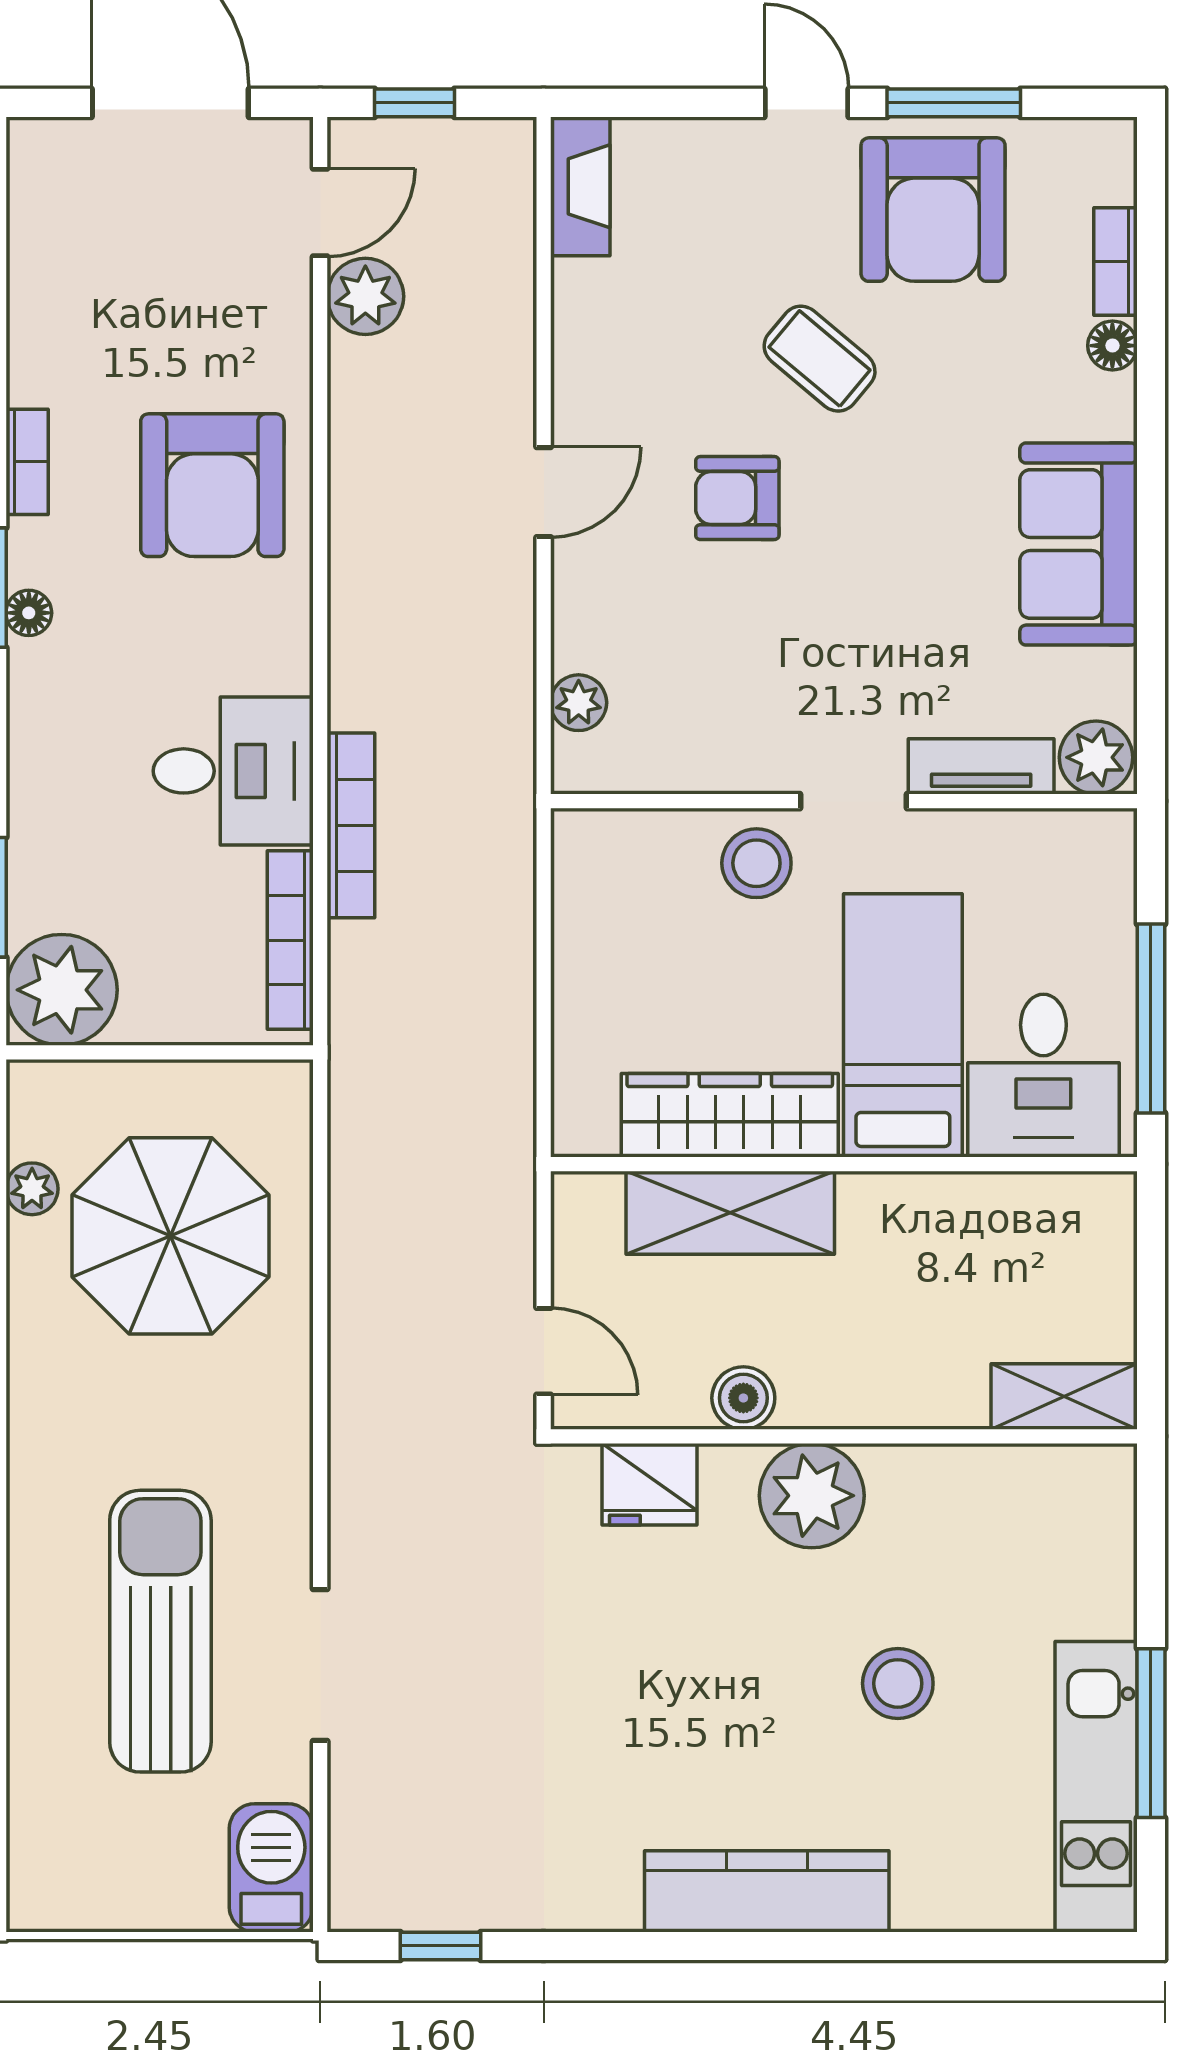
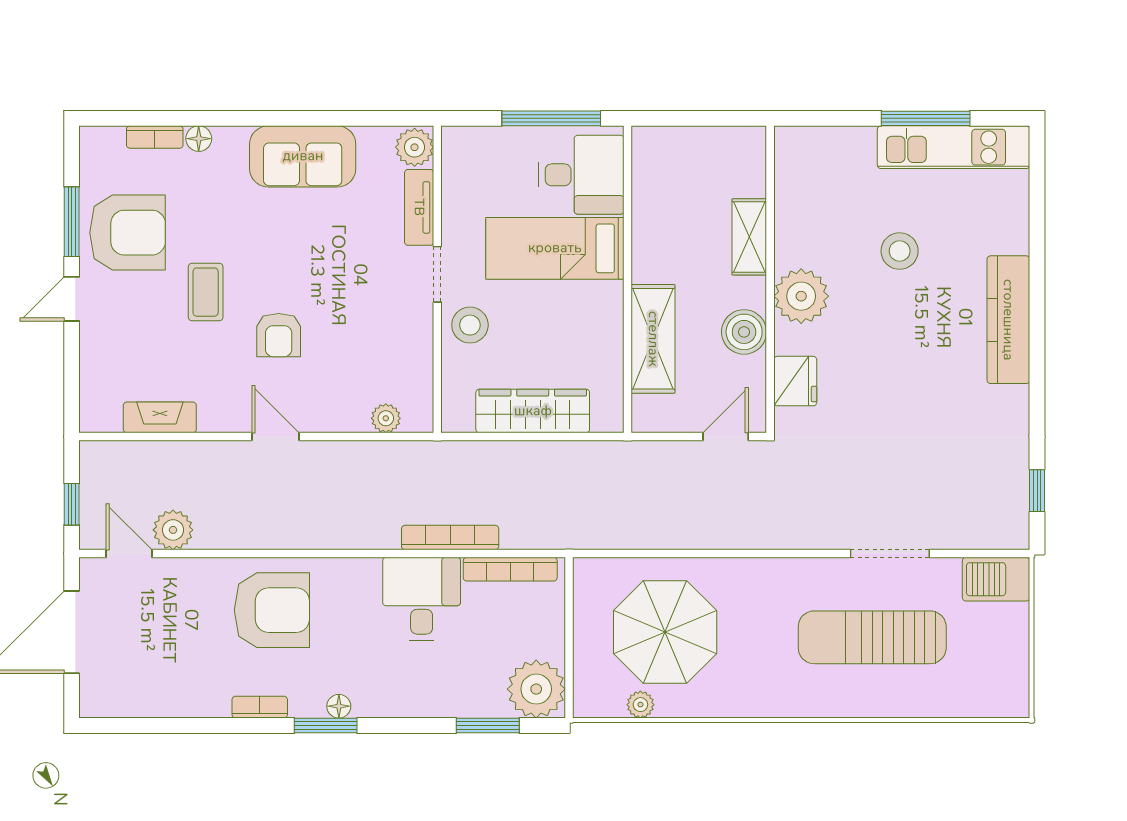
fireplace: (580, 186) -> (160, 417), moved
coffee table: (820, 359) -> (206, 292), turned -40
wardrobe: (730, 1115) -> (533, 411), moved, turned 90
shelving: (1064, 1397) -> (749, 237), moved
boiler: (743, 1398) -> (744, 332), width x1.36, depth x1.36

